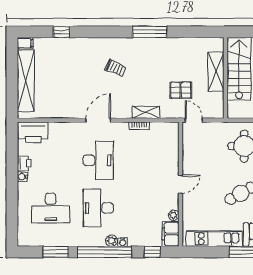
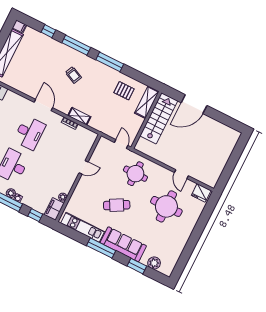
window: (102, 32) -> (76, 45), added
shelving: (216, 72) -> (147, 102), moved
pallet: (181, 90) -> (124, 91), moved
door: (98, 120) -> (43, 105), hinge flipped
door: (194, 120) -> (121, 144), moved
door: (181, 184) -> (84, 167), moved

